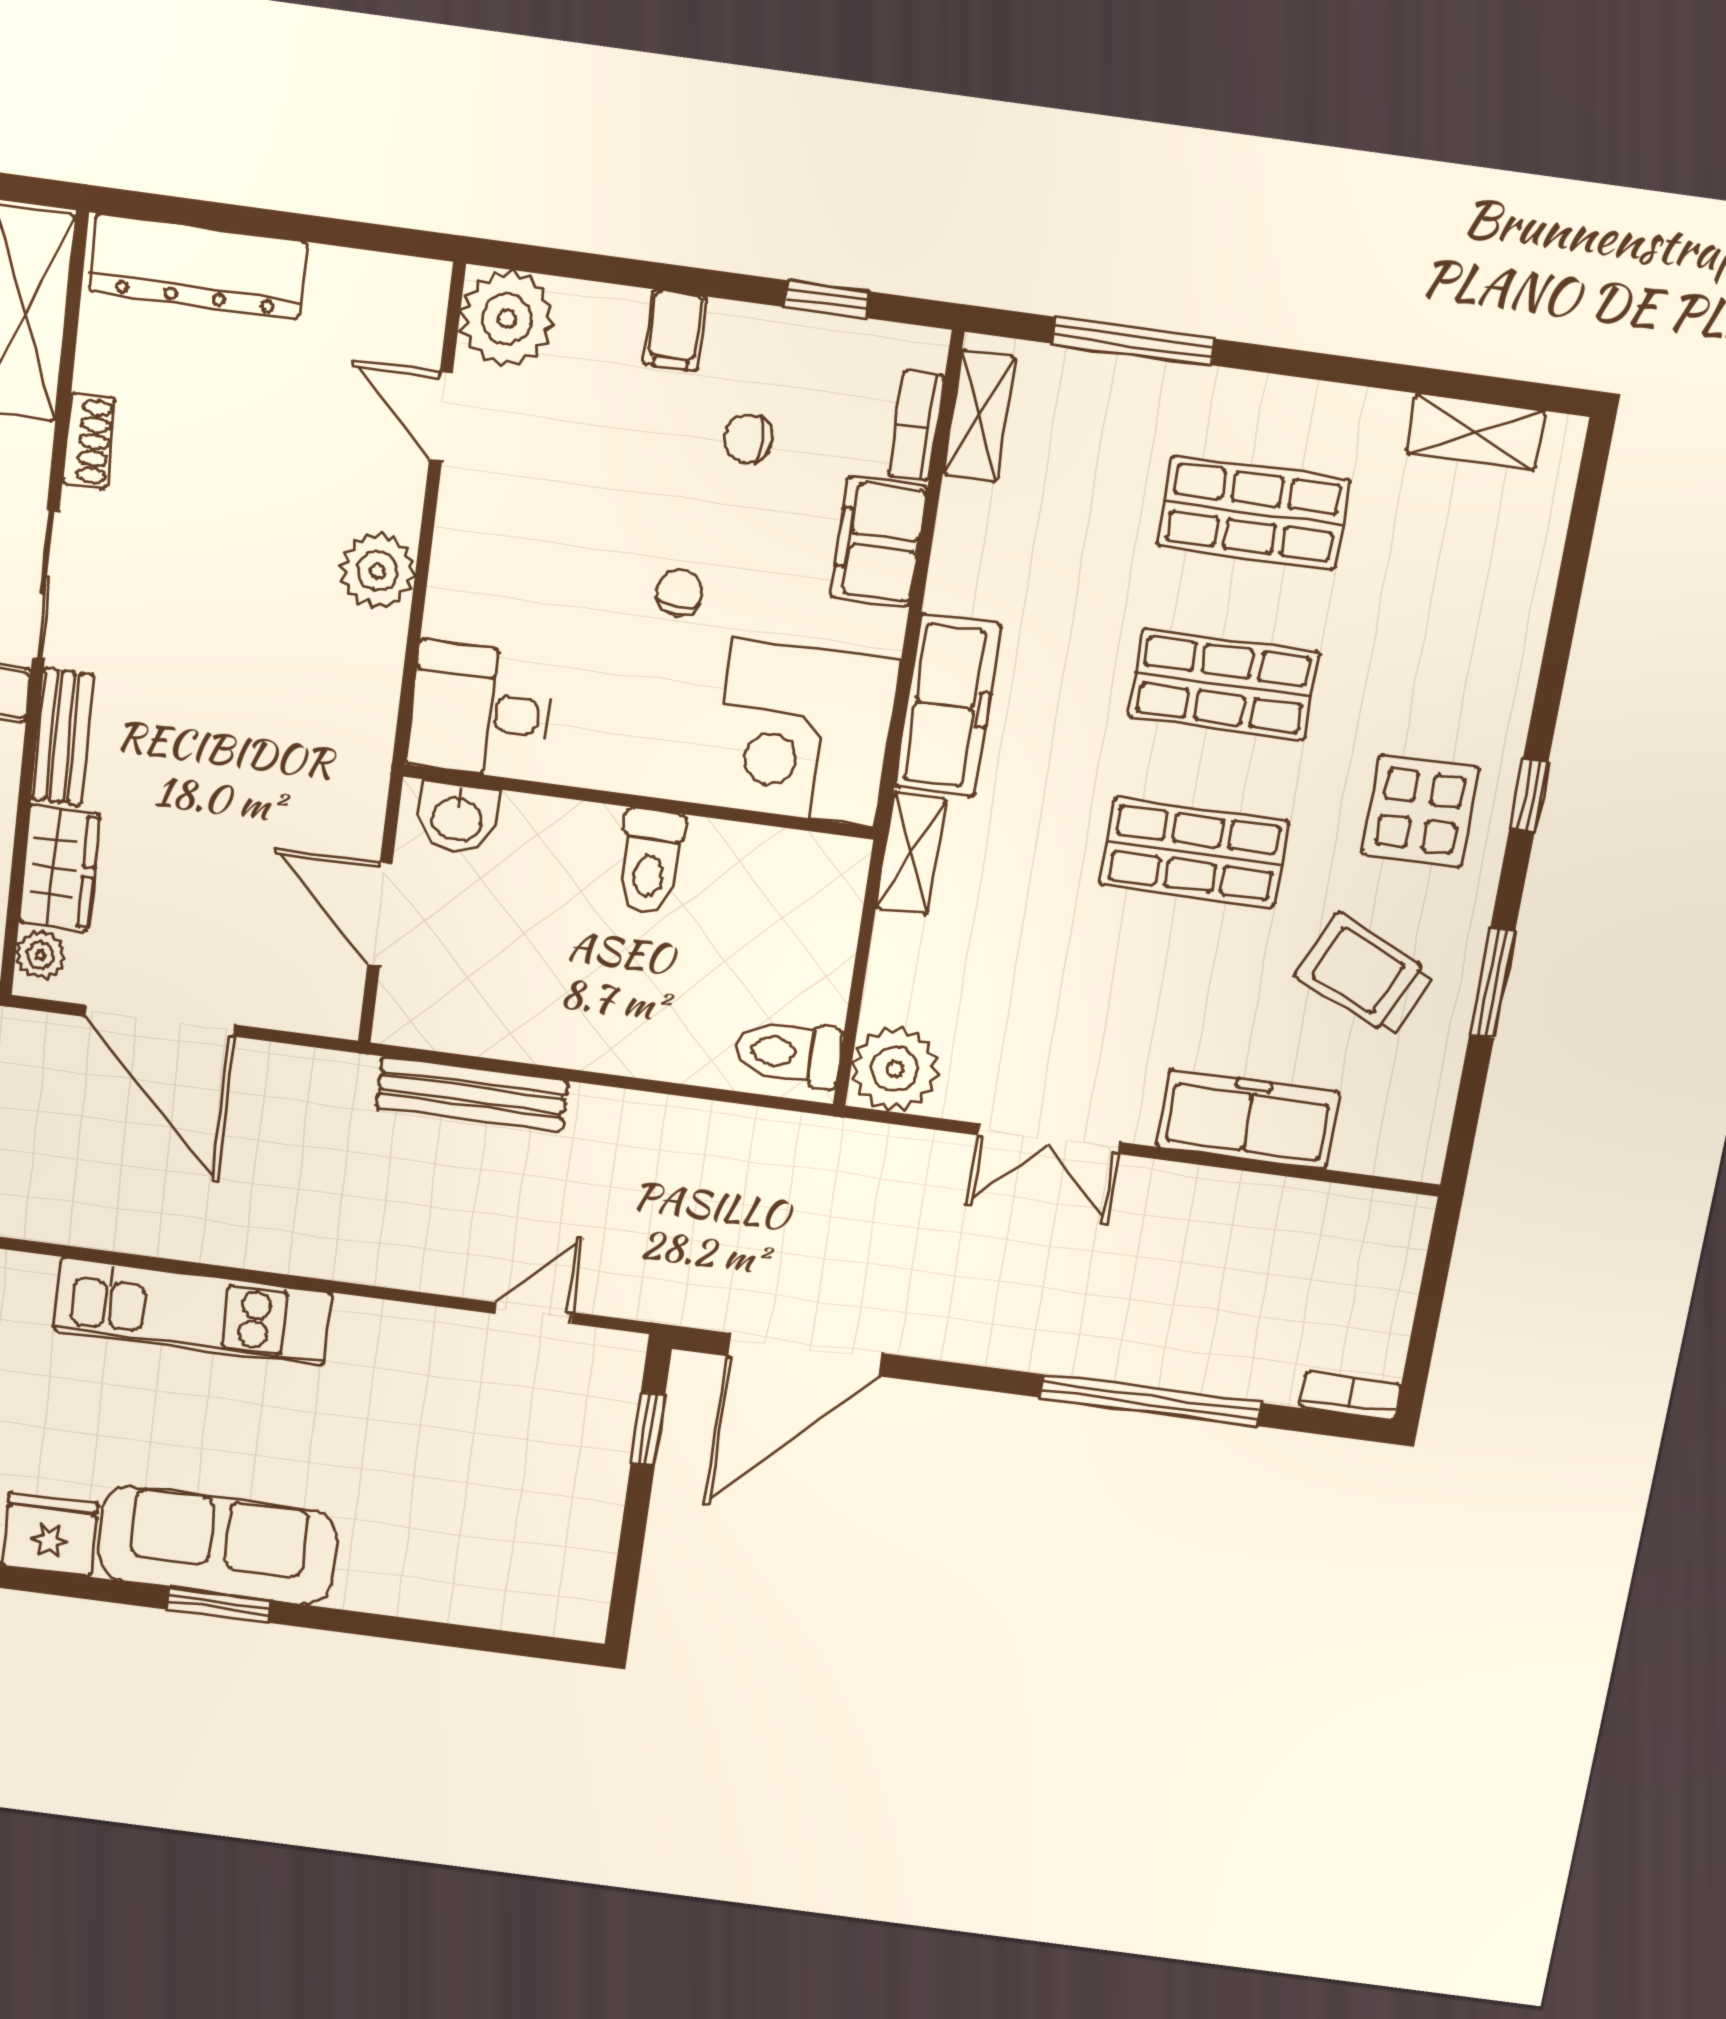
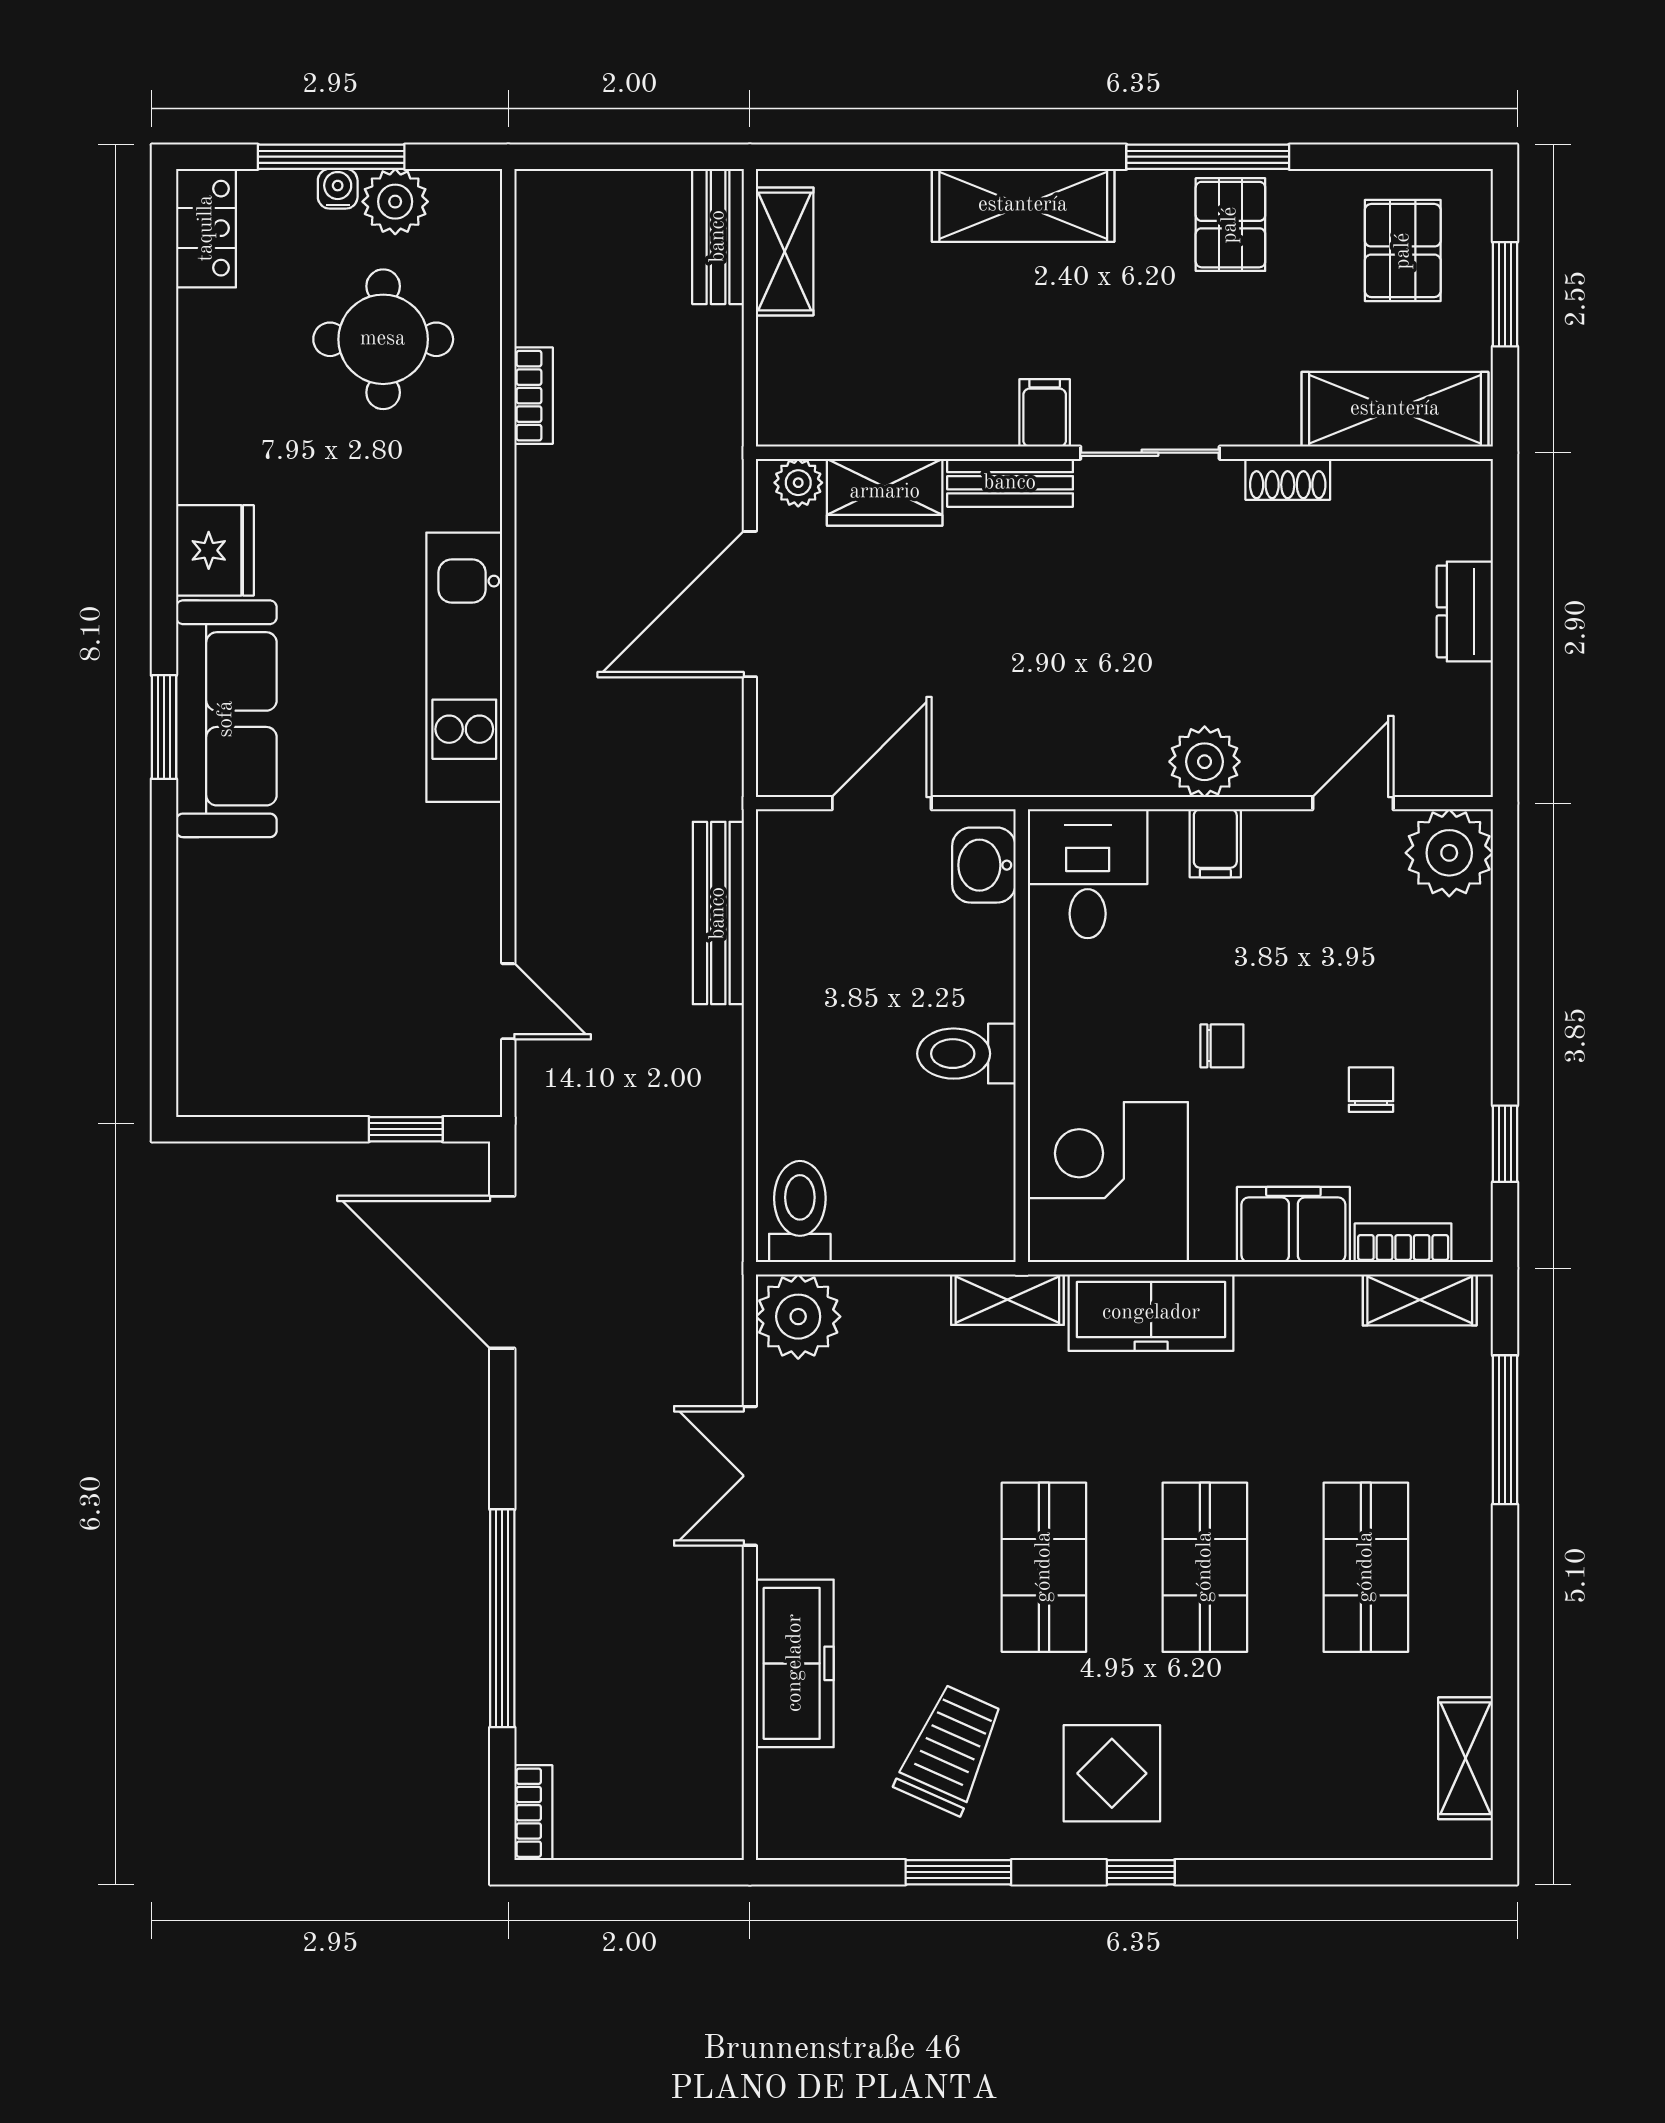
dresser: (198, 266) -> (1465, 611), width x0.51, depth x0.80
filing cabinet: (675, 331) -> (1215, 843), moved, turned -90

